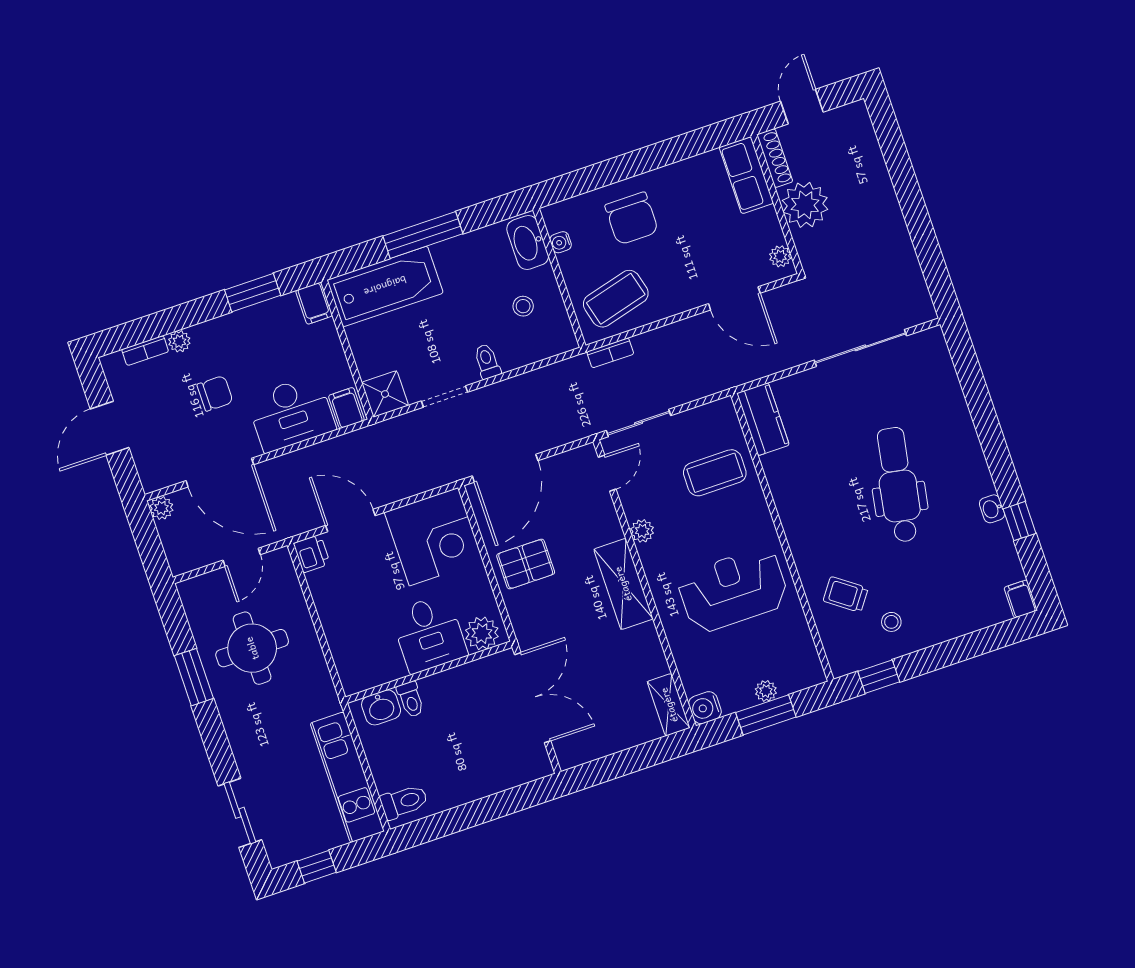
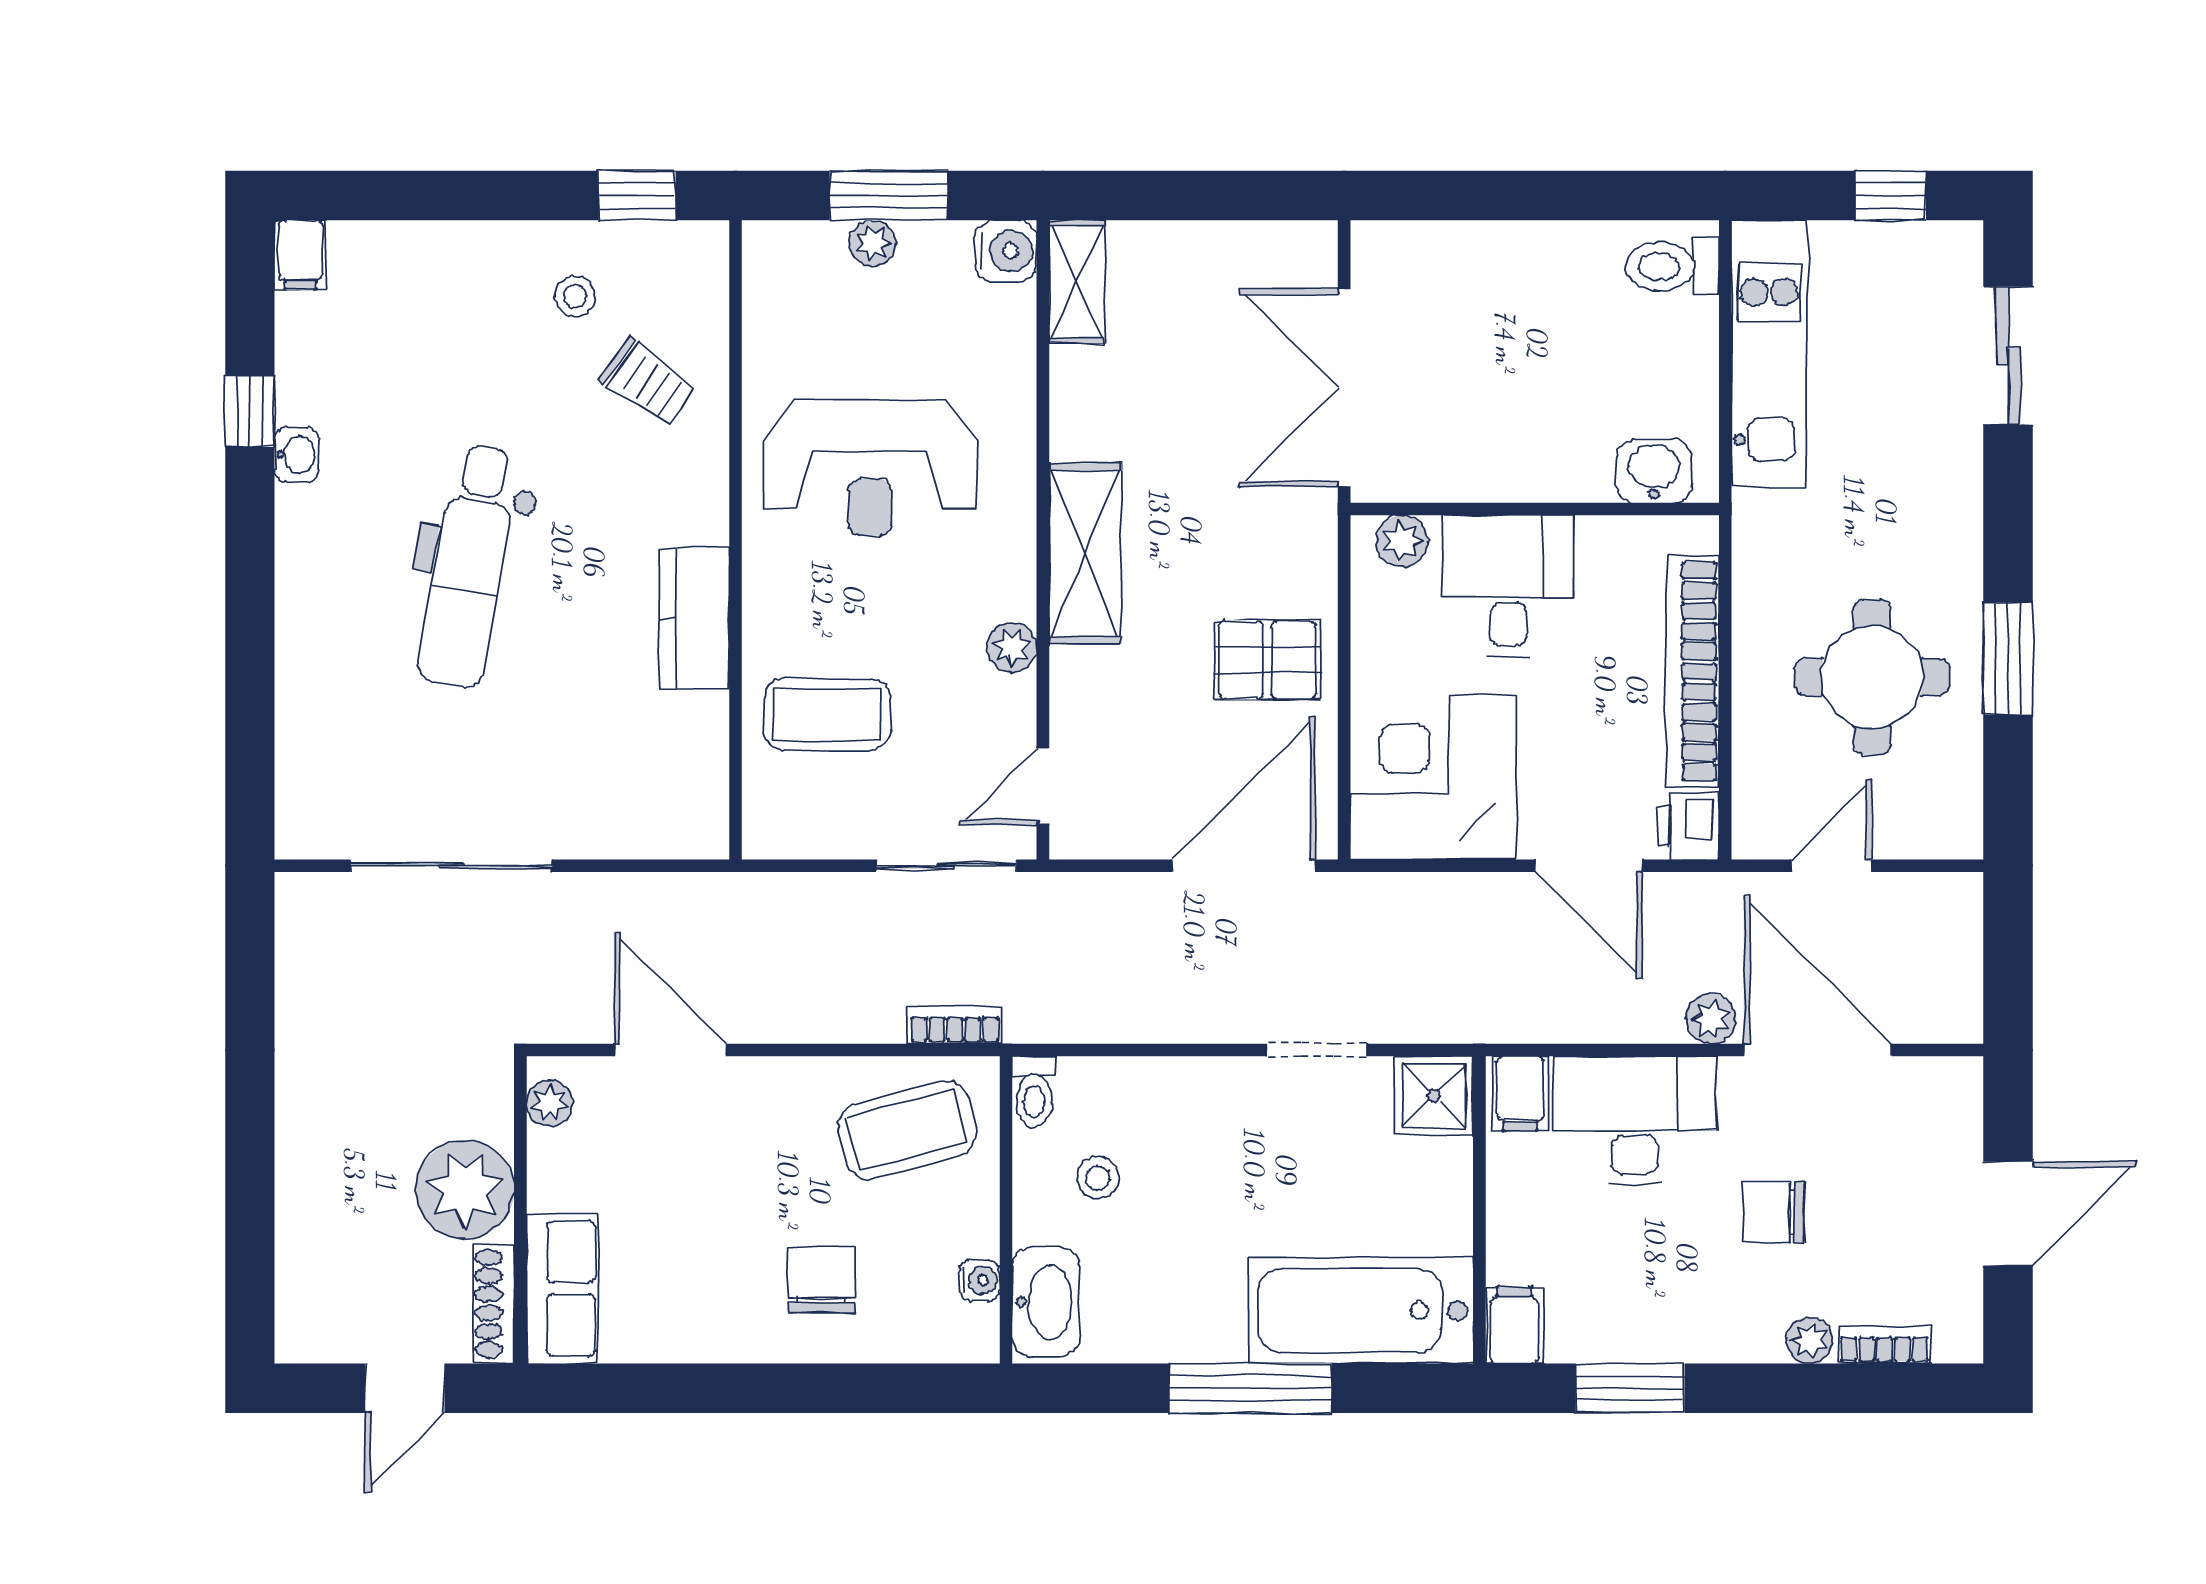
chair: (632, 218) -> (821, 1280), width x0.73, depth x0.73
toilet: (487, 361) -> (1034, 1092), moved
kitchen counter: (763, 419) -> (694, 618), moved
plant: (161, 508) -> (1711, 1019), moved
bookcase: (333, 623) -> (1693, 671), added
plant: (482, 633) -> (1402, 541), width x0.73, depth x0.73
toilet: (411, 699) -> (1589, 467), removed

